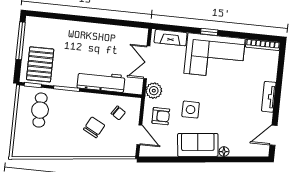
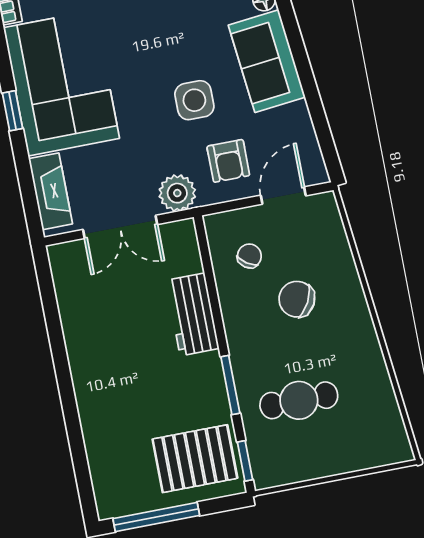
workbench: (101, 82) -> (192, 314), width x0.73
cafe table: (40, 110) -> (299, 400), moved
armchair: (161, 116) -> (228, 161), turned 180

